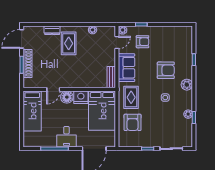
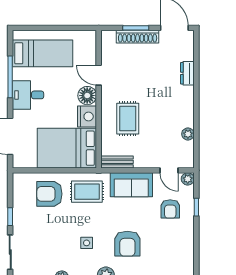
rug: (69, 43) -> (128, 119), moved, turned 90
bed: (32, 111) -> (43, 53), moved, turned 180

